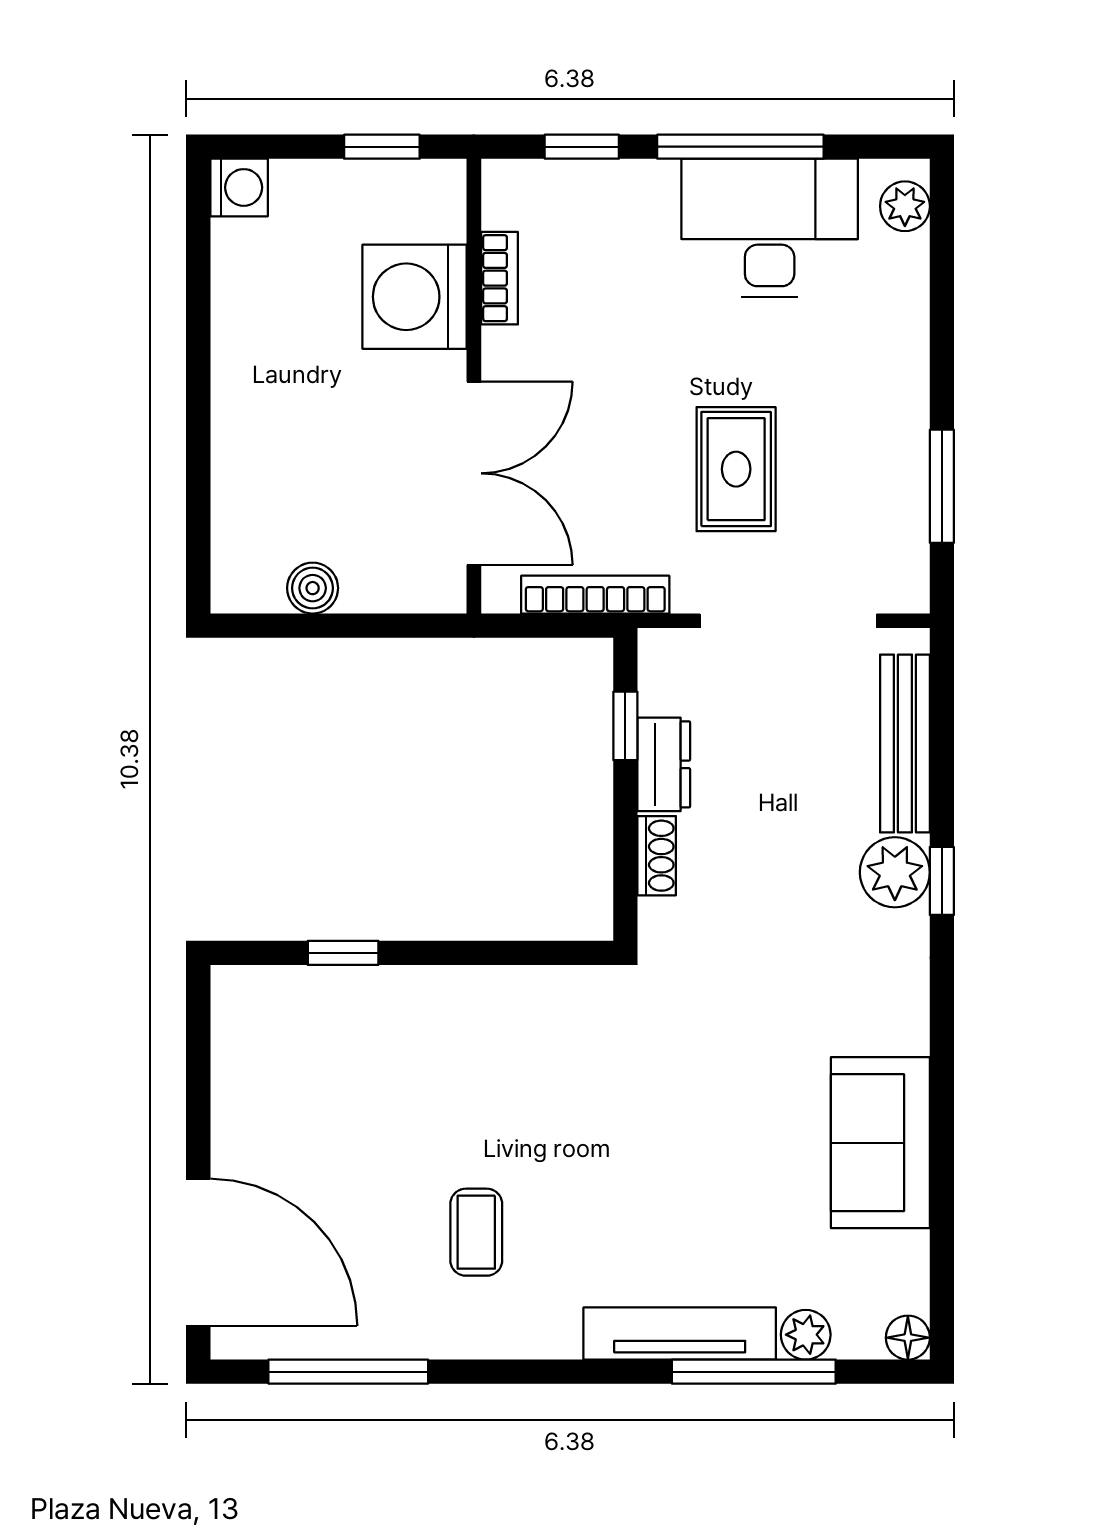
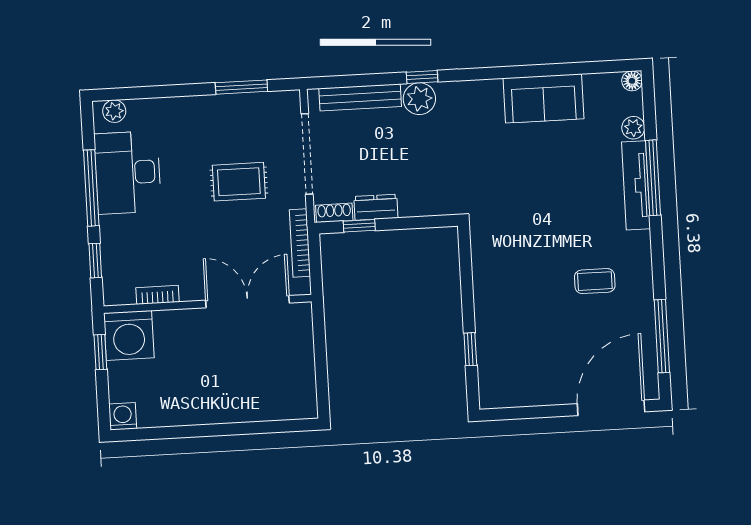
washing machine: (415, 297) -> (129, 335), moved
boiler: (313, 588) -> (304, 372), removed
shoe rack: (657, 856) -> (334, 213), moved
window: (754, 1372) -> (653, 178), moved

